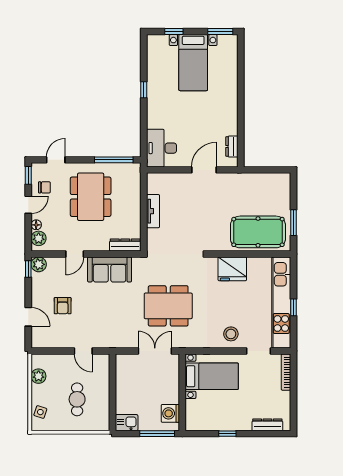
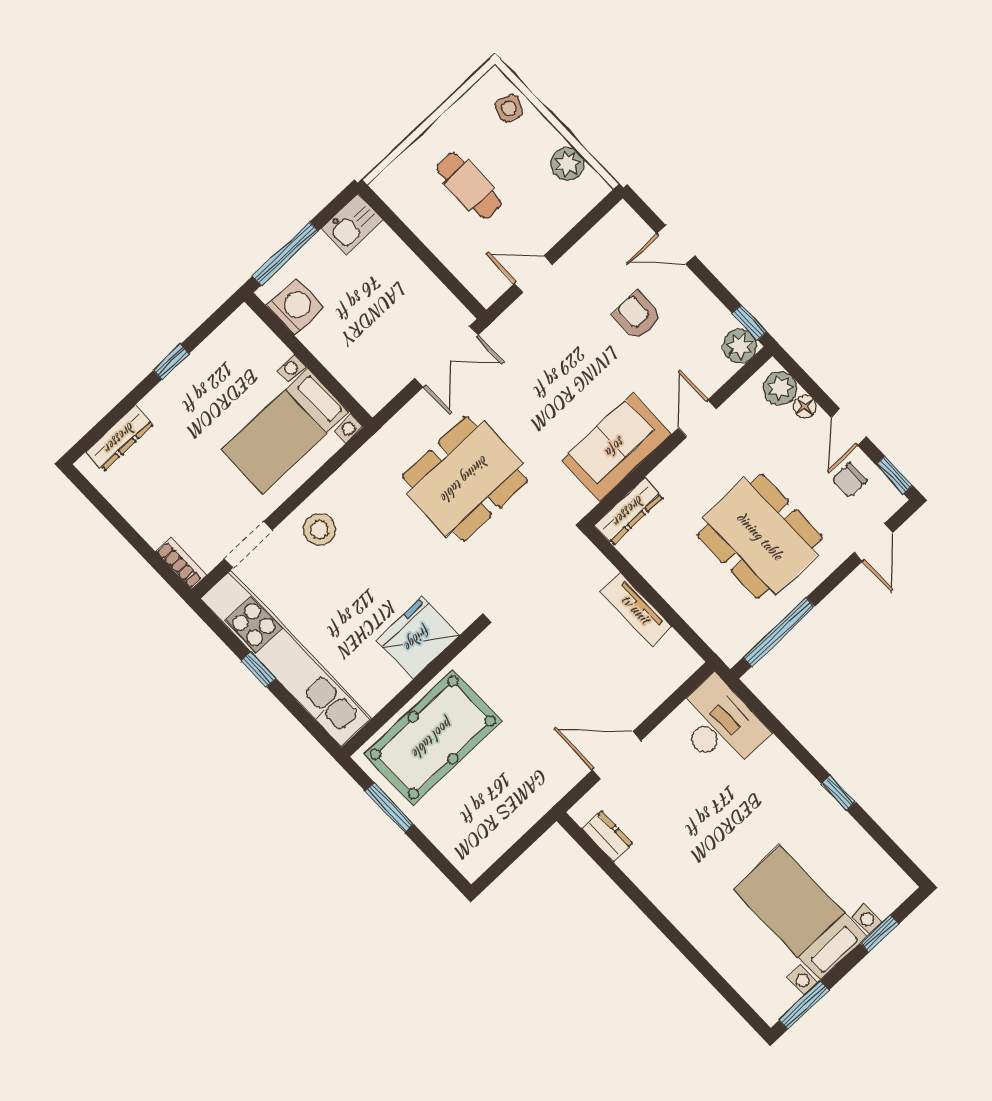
door: (204, 170) -> (617, 755), swing flipped
double door: (155, 351) -> (446, 356), moved
bookcase: (286, 372) -> (181, 563), width x0.64

